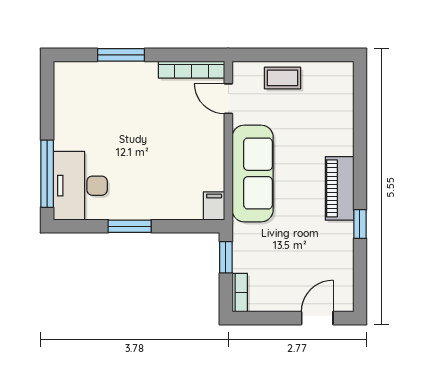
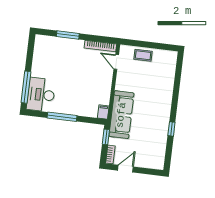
sofa: (253, 173) -> (121, 115), moved
piano: (340, 188) -> (164, 111), removed
window: (130, 226) -> (62, 117), width x1.44
door: (317, 318) -> (125, 169), moved

